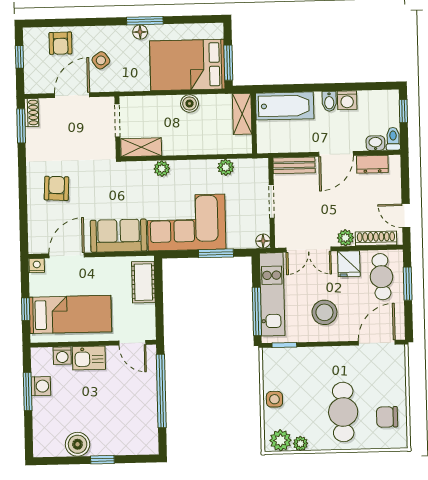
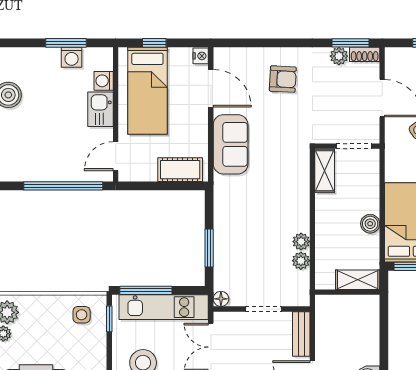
bathtub: (285, 106) -> (365, 325), removed
plant: (34, 136) -> (339, 56), added
plant: (162, 169) -> (301, 242), moved
corner sofa: (187, 222) -> (243, 217), removed
side table: (274, 399) -> (82, 315), moved

